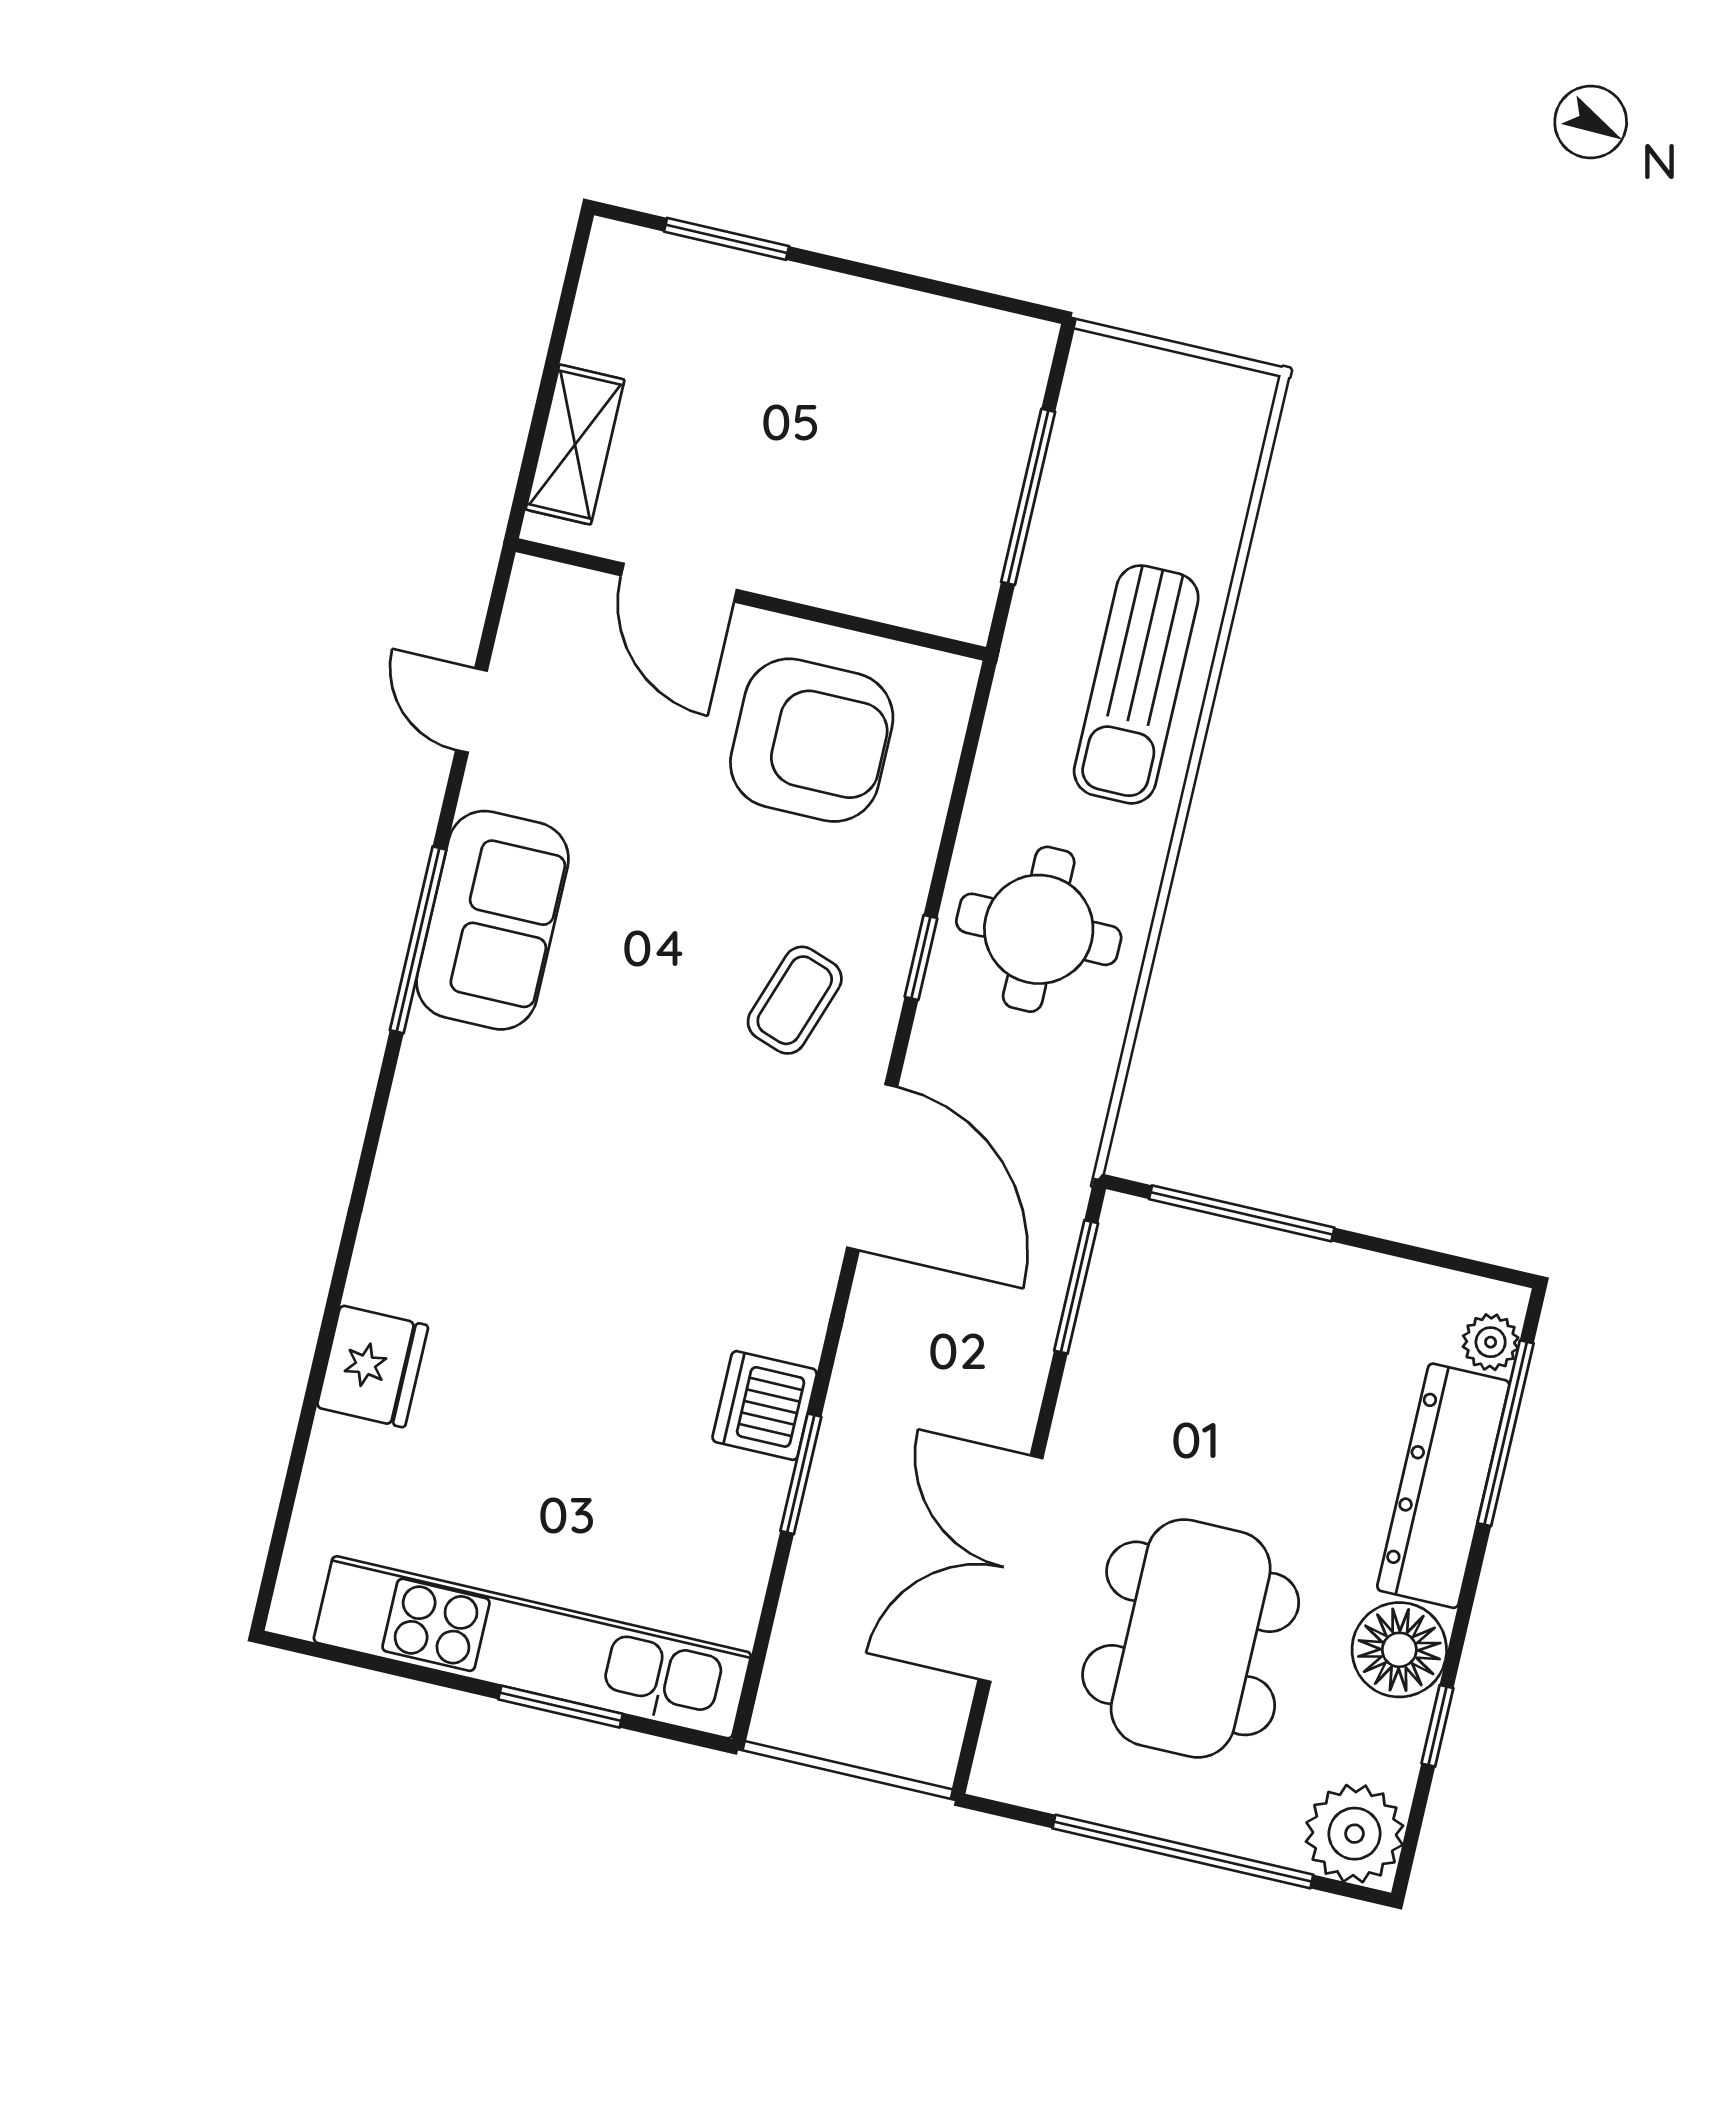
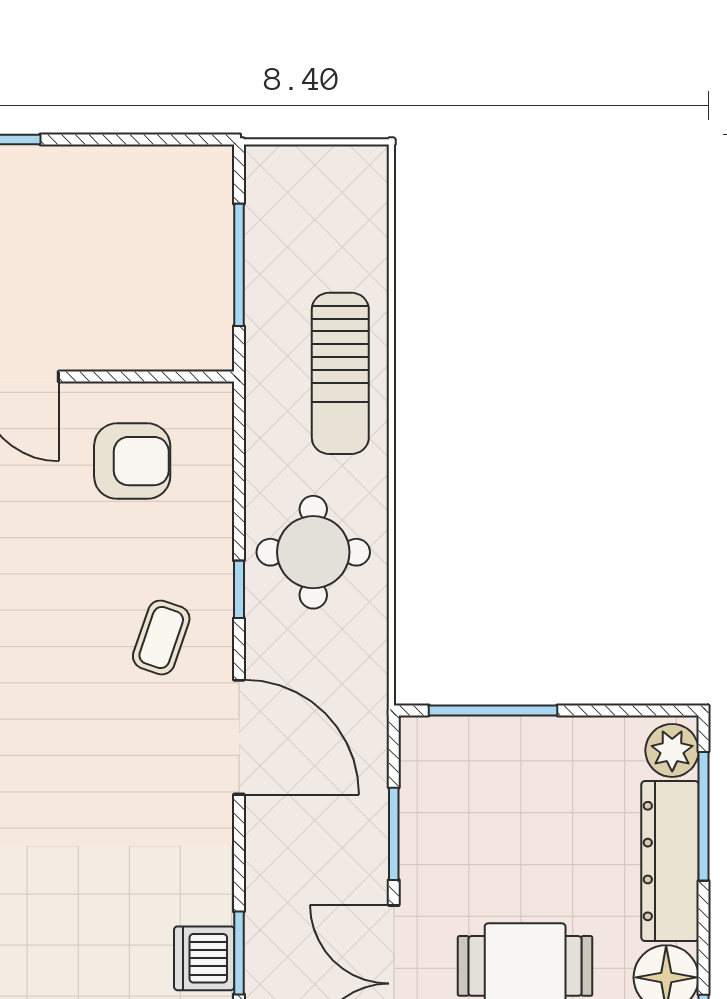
armchair: (812, 740) -> (132, 461), width x0.73, depth x0.73
window: (1076, 1287) -> (394, 834), moved
plant: (1491, 1342) -> (672, 750), width x1.38, depth x1.38
dishwasher: (765, 1406) -> (204, 958), moved

